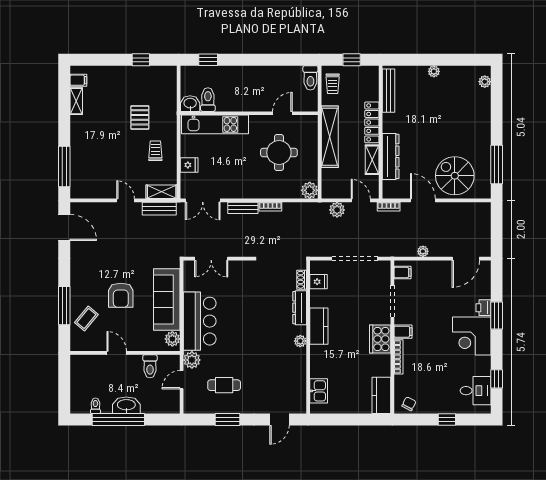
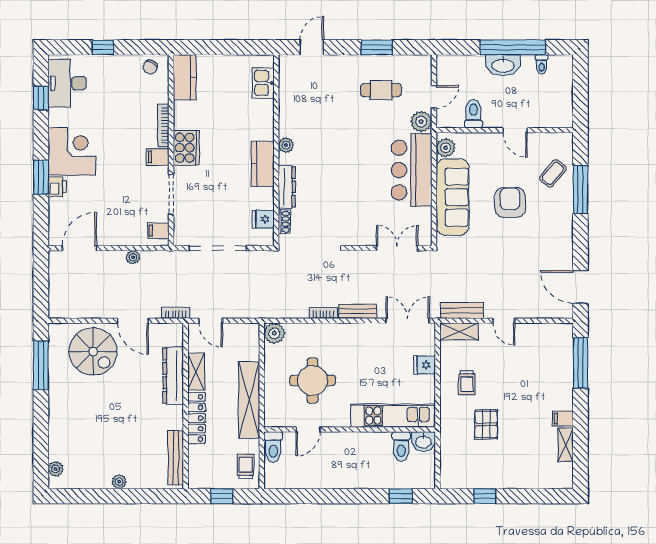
toilet: (310, 78) -> (273, 447), moved, turned 180
filing cabinet: (78, 80) -> (563, 419), moved
plant: (337, 210) -> (240, 309), removed
desk: (475, 391) -> (67, 83), width x1.37

